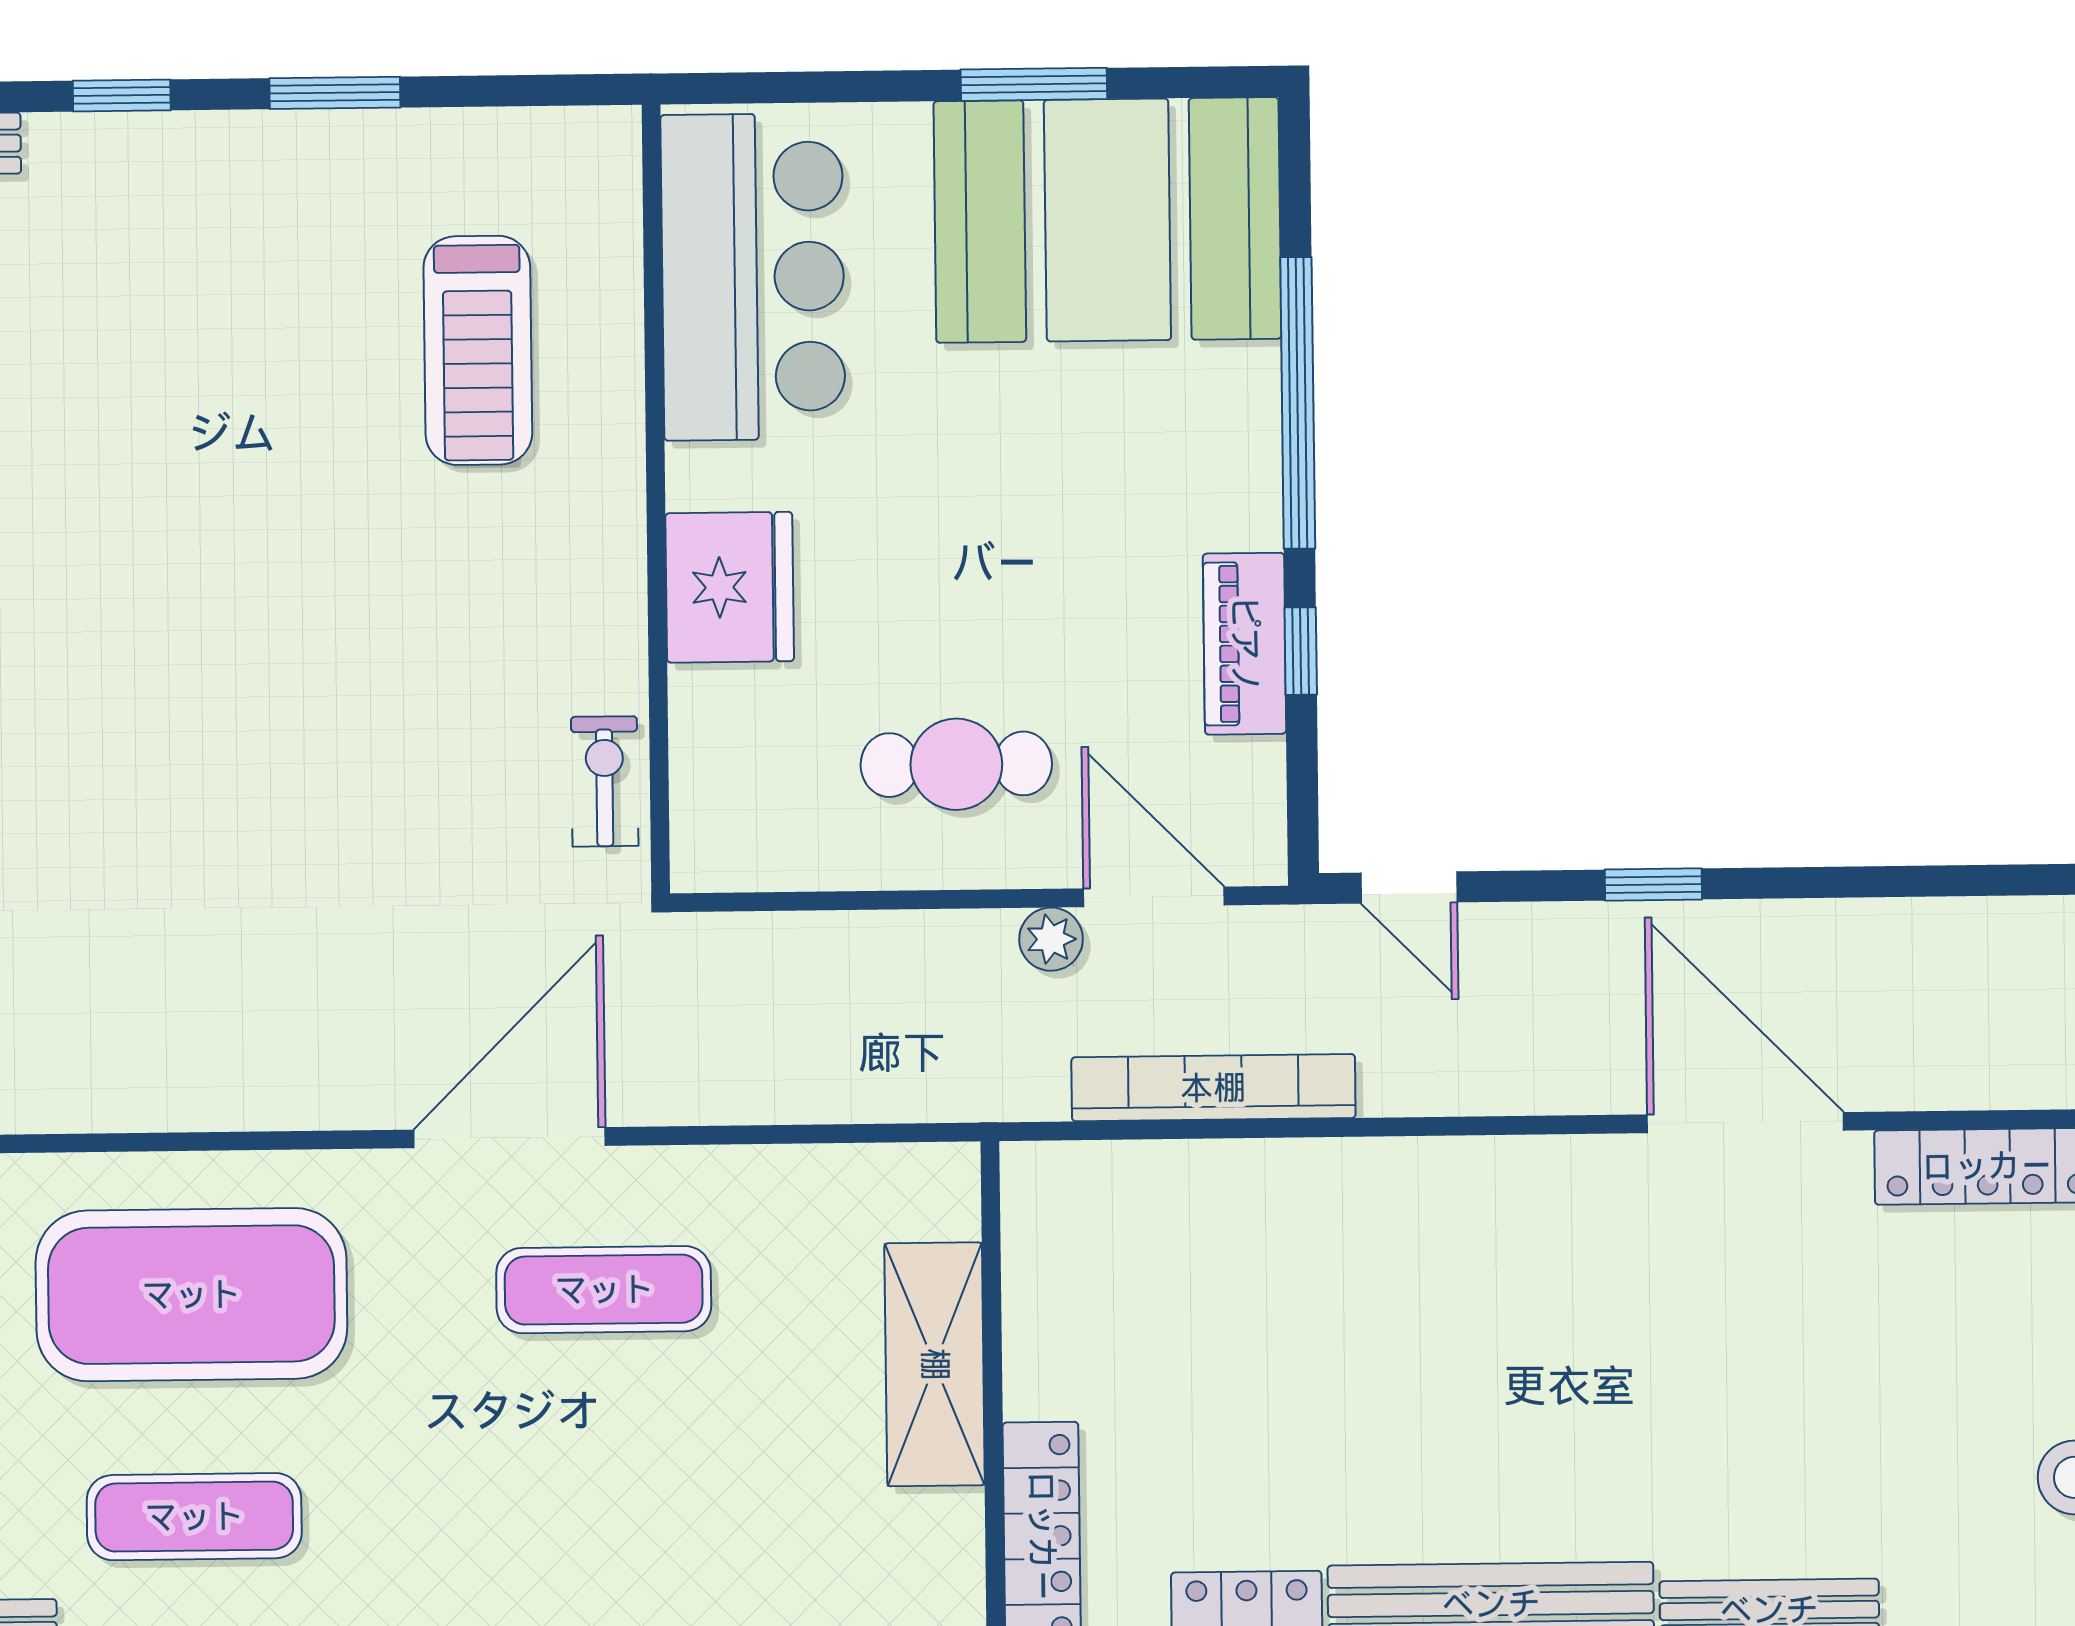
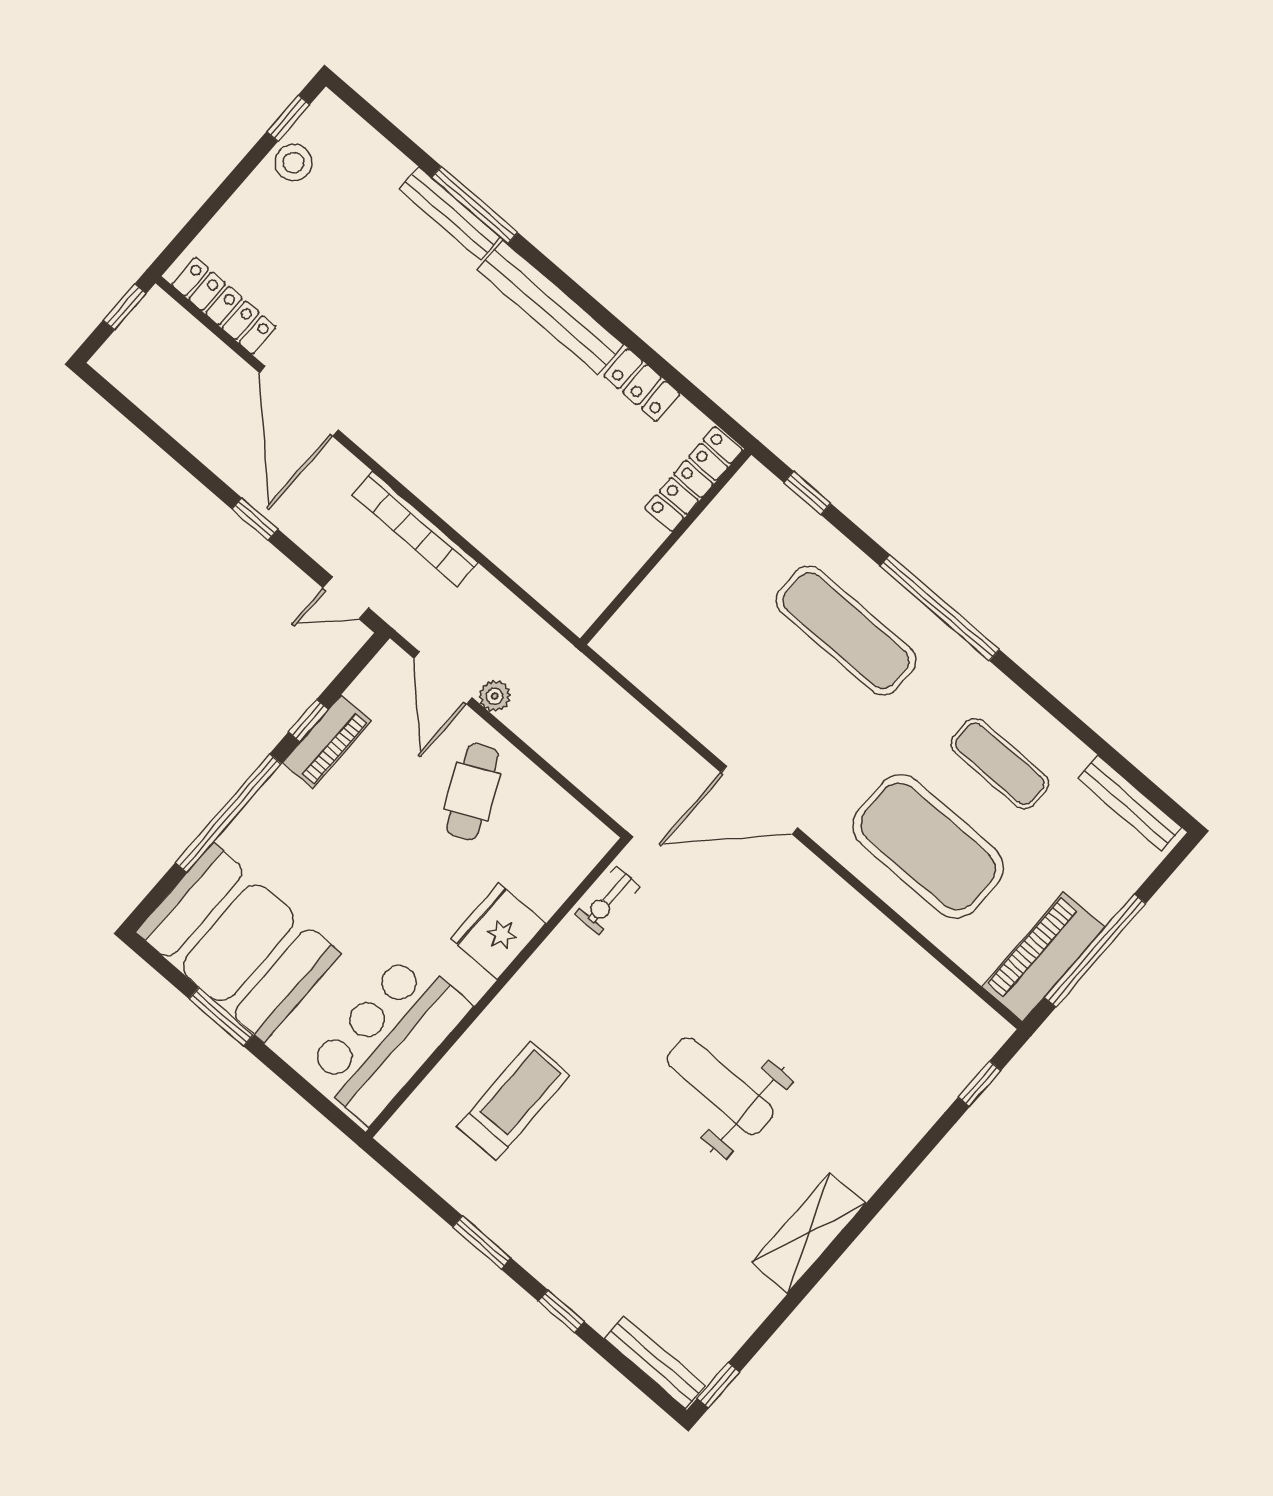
weight bench: (184, 651) -> (720, 1086), added
cafe table: (956, 764) -> (472, 792), turned 64
door: (1409, 887) -> (346, 598), swing flipped
bookcase: (1213, 1088) -> (415, 529), moved
exercise mat: (604, 1290) -> (846, 631), moved, width x1.36, depth x1.45
shelving: (935, 1364) -> (677, 577), removed

